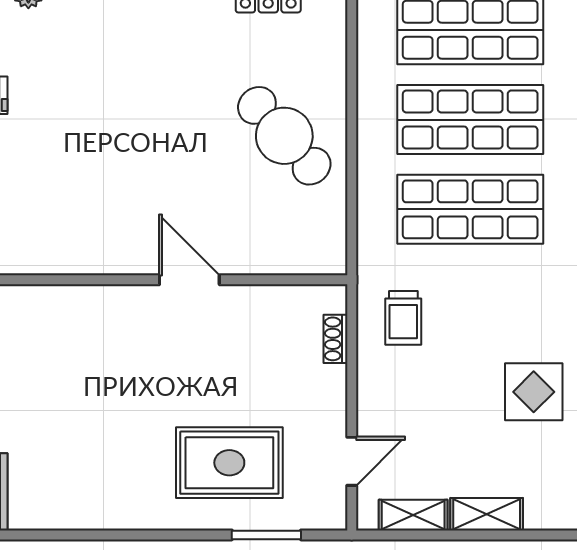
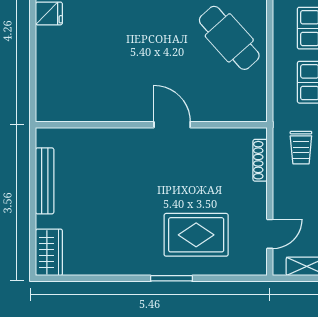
shoe rack: (336, 339) -> (260, 160), width x1.43
window: (266, 535) -> (171, 278), moved

